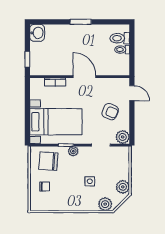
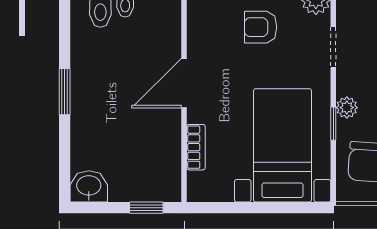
armchair: (110, 112) -> (261, 27), turned -112

